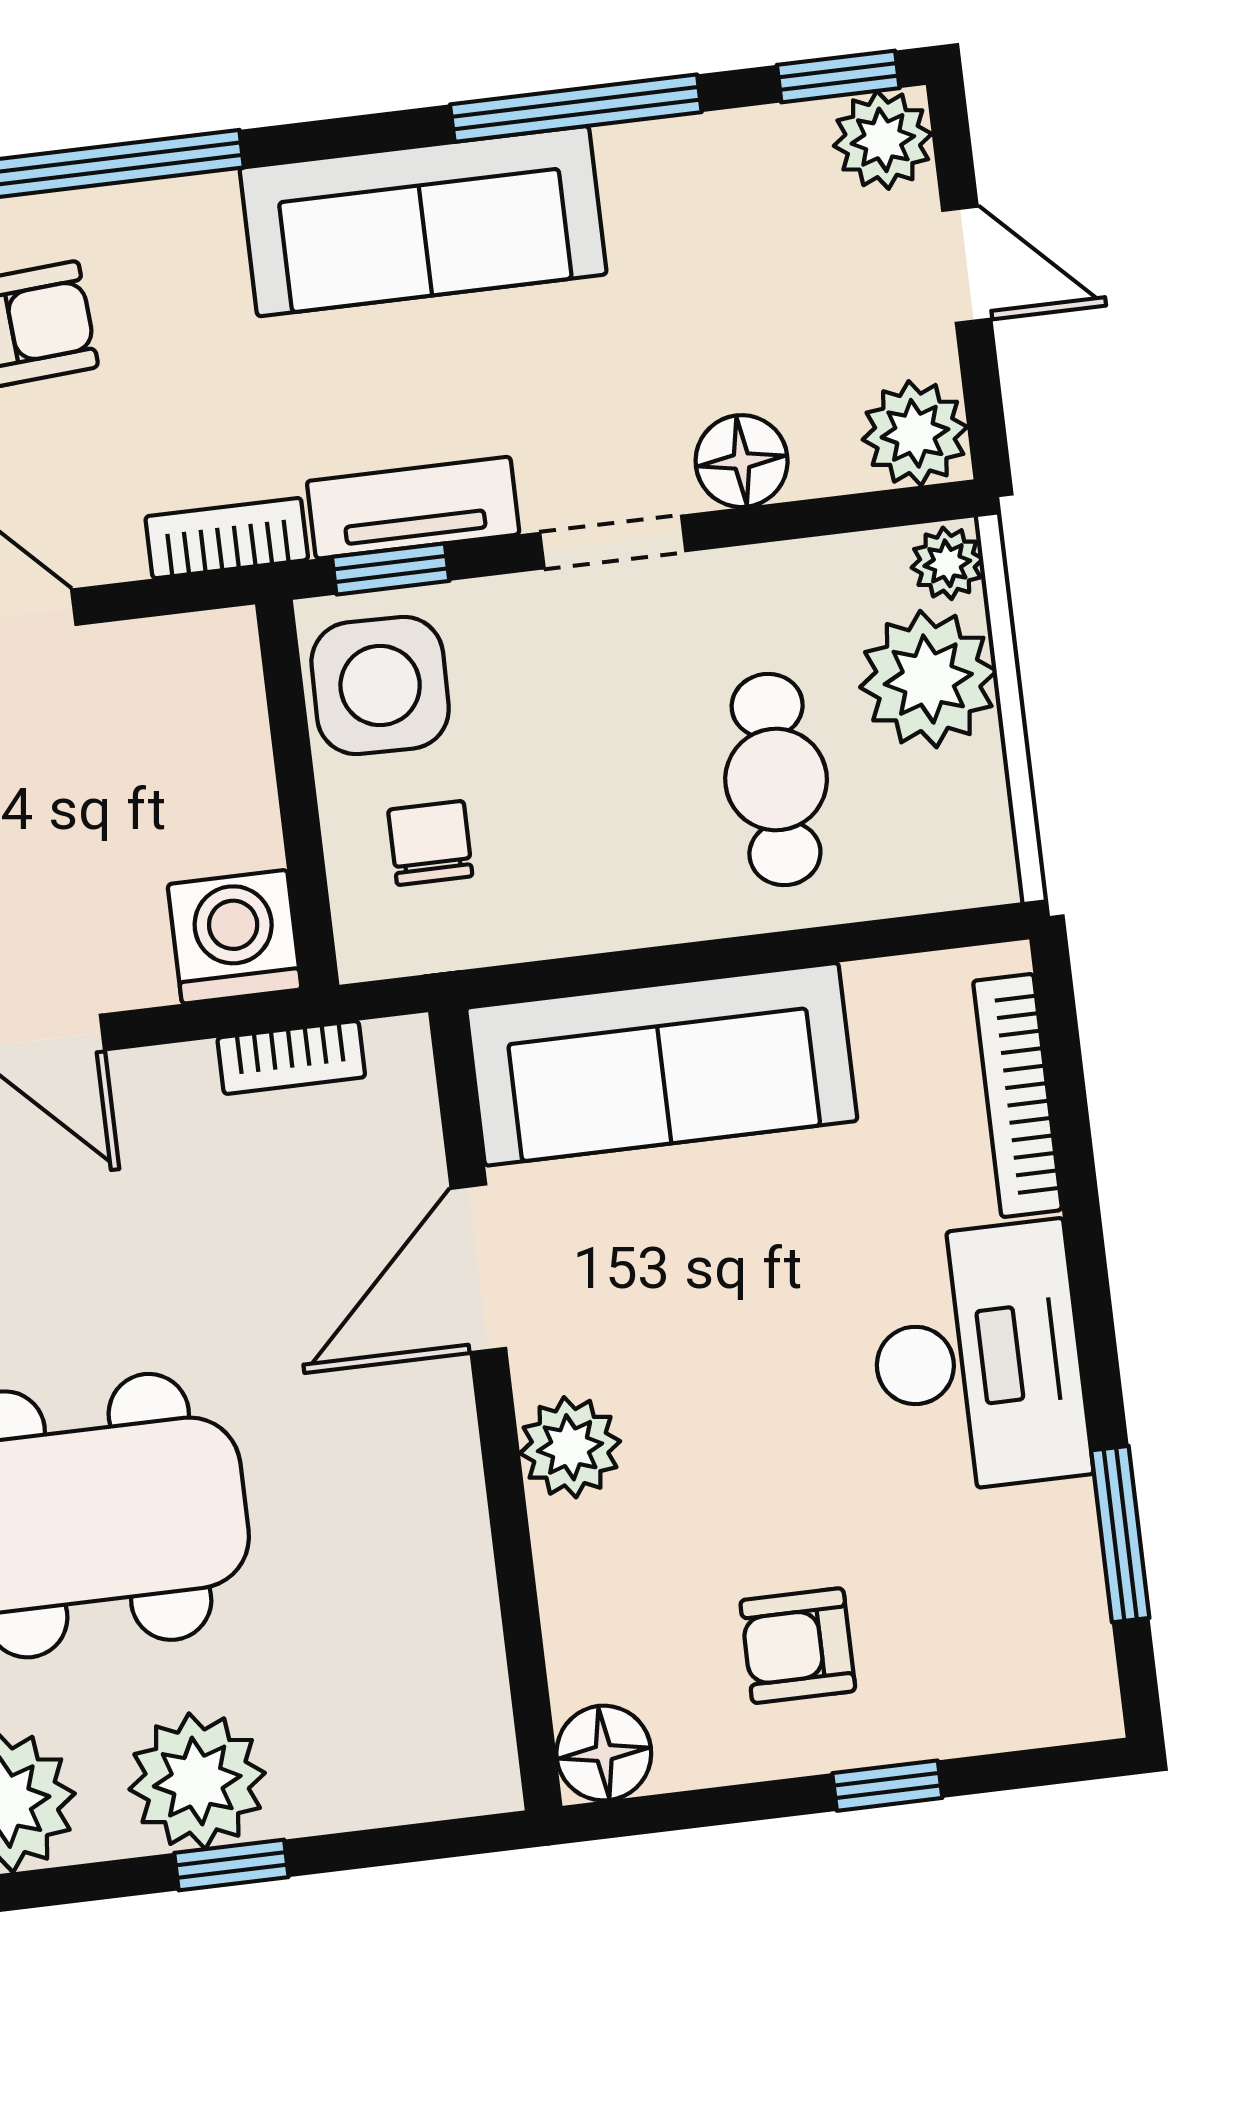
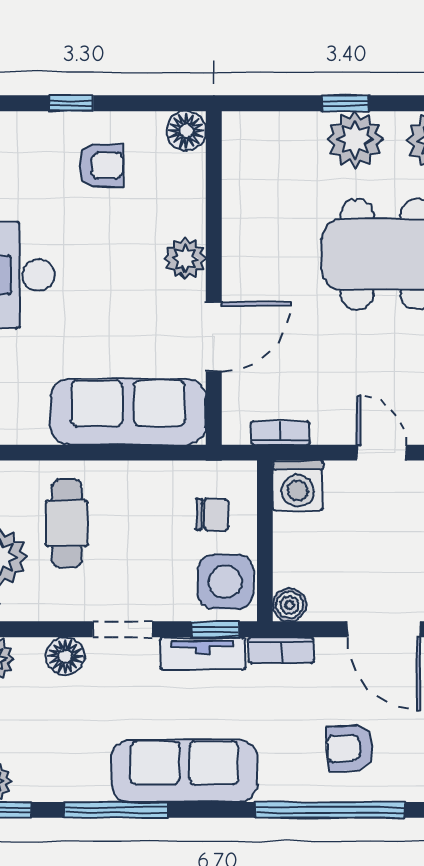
boiler: (220, 649) -> (289, 605), added
chair: (430, 843) -> (212, 514), turned -90

